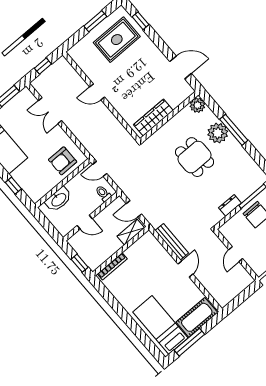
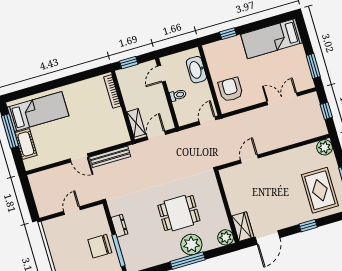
window: (141, 21) -> (308, 226), moved
plant: (76, 53) -> (325, 147), added
door: (97, 92) -> (249, 159), moved
wardrobe: (153, 118) -> (243, 227), moved, width x0.67
toilet: (103, 193) -> (178, 95), moved
door: (85, 222) -> (161, 74), moved
door: (236, 254) -> (72, 211), hinge flipped
cot: (197, 317) -> (26, 144), width x0.73, depth x0.75

